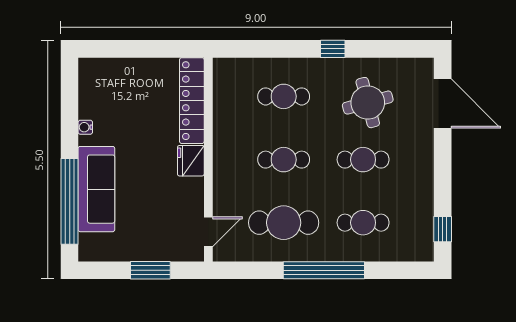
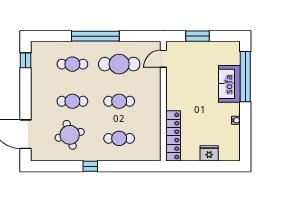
fridge: (191, 161) -> (209, 153), moved, turned -90
sofa: (96, 189) -> (229, 84), width x0.73

